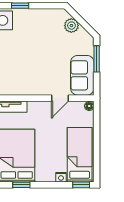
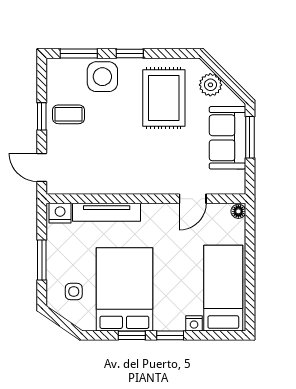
rug: (42, 34) -> (164, 98), added
sofa: (82, 75) -> (227, 138), moved
window: (81, 185) -> (170, 335), moved

